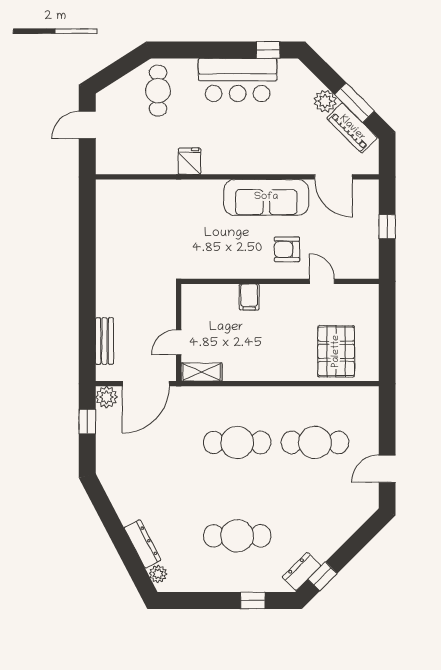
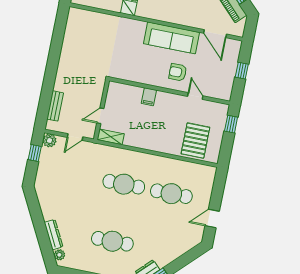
window: (387, 314) -> (231, 124), added
door: (146, 384) -> (75, 137), width x0.53

